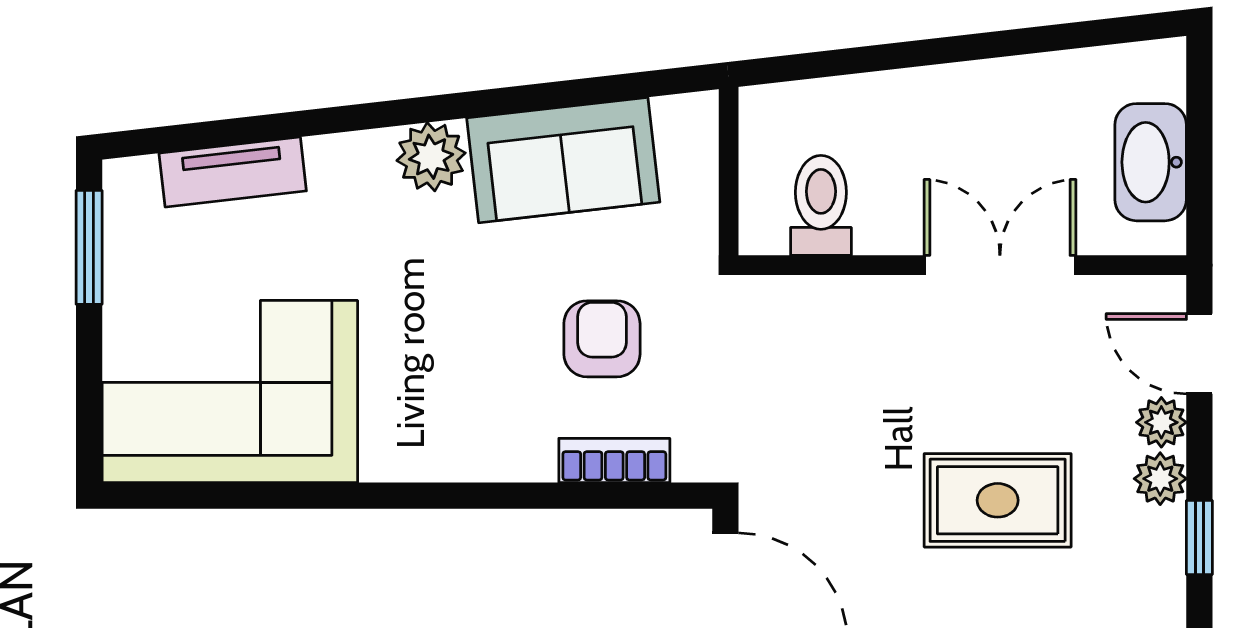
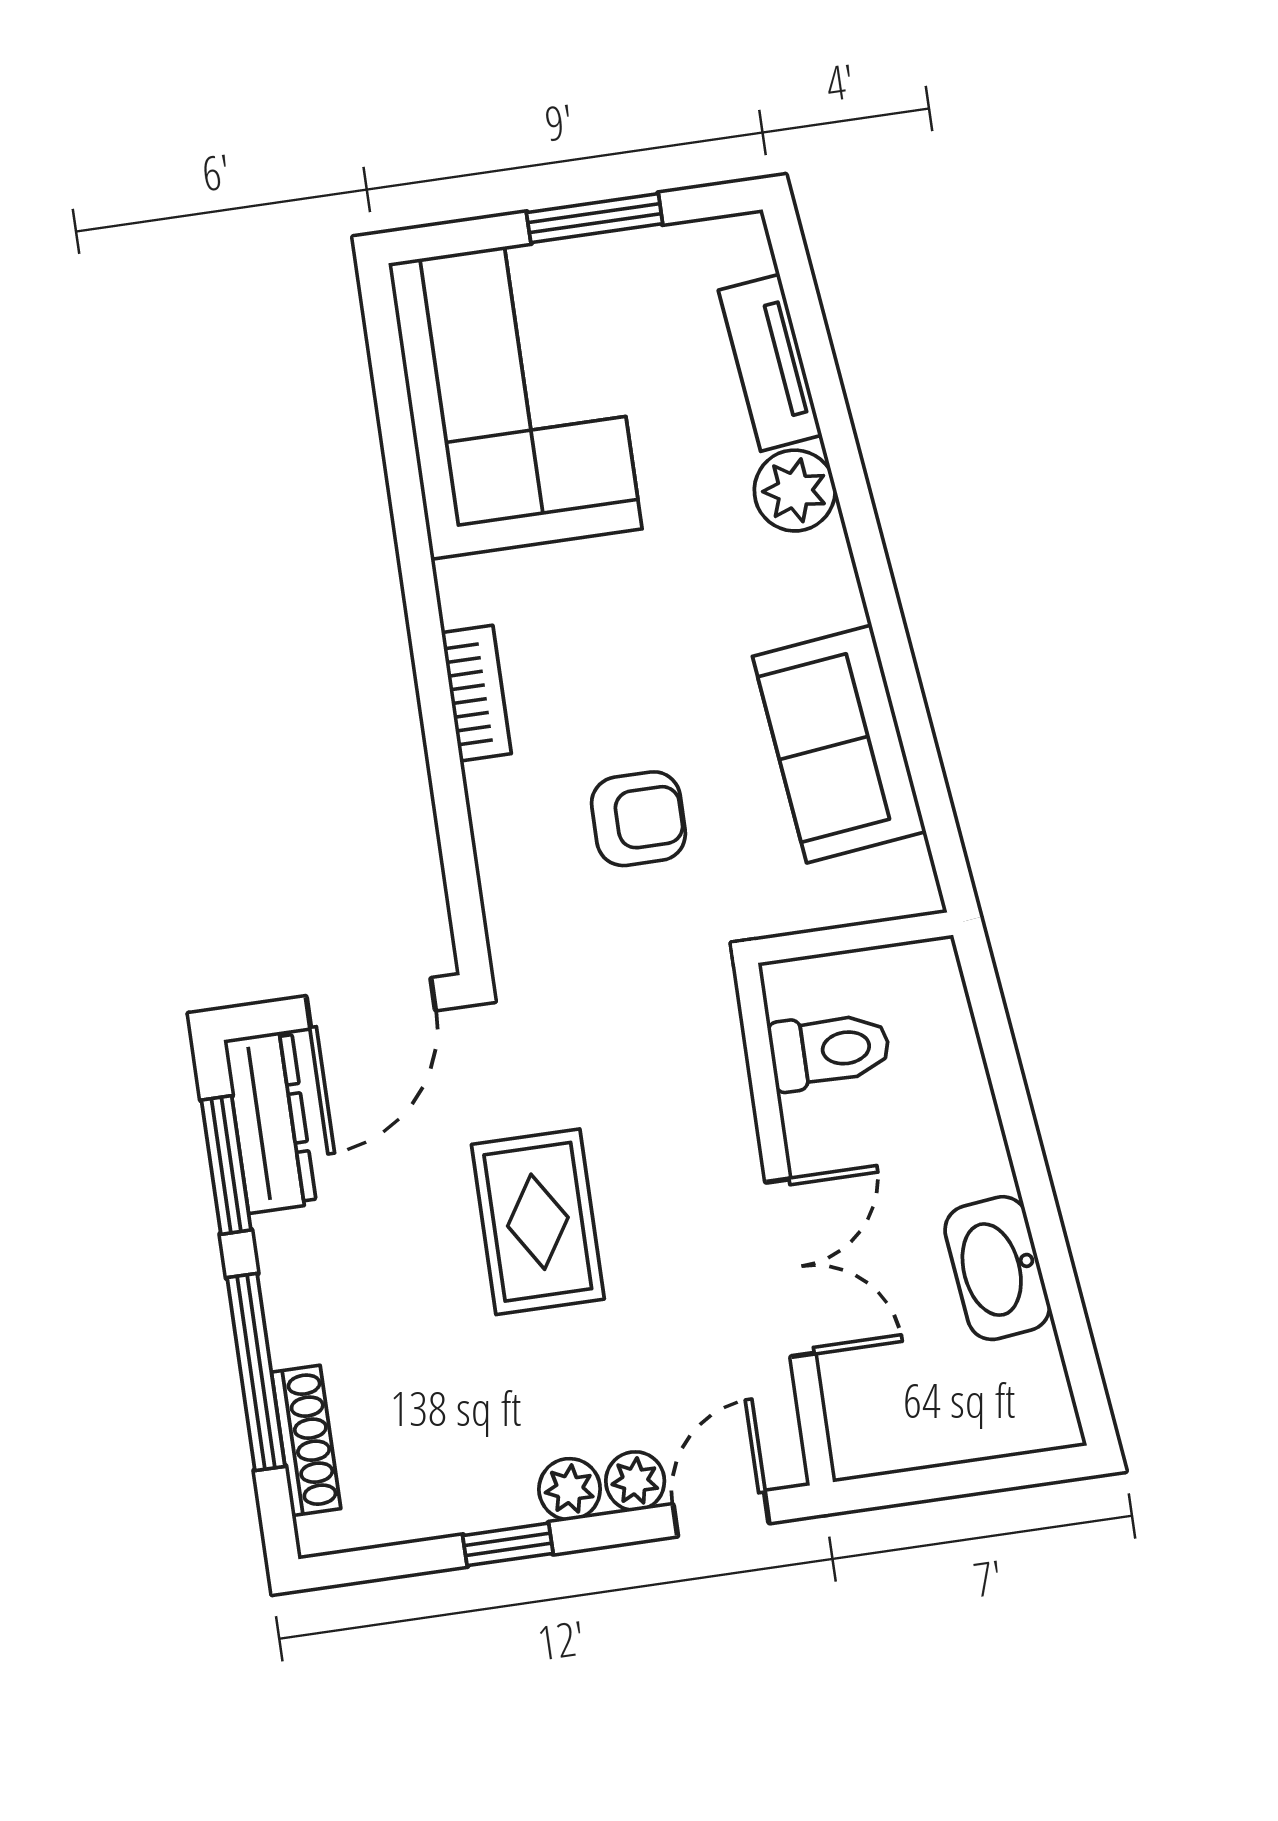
plant: (431, 157) -> (795, 491), moved
washbasin: (1151, 162) -> (997, 1268), moved, turned -97
window: (89, 247) -> (595, 218), moved
bookcase: (614, 461) -> (476, 693), moved
rug: (998, 500) -> (538, 1222), moved

